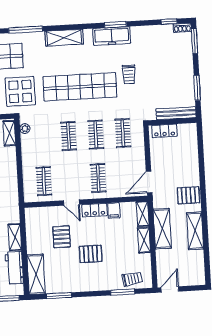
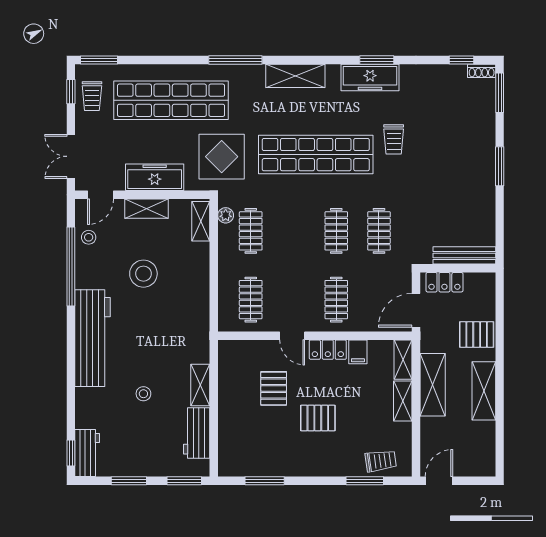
bench: (176, 113) -> (464, 255), moved
wall: (172, 122) -> (458, 268), moved
locker: (164, 131) -> (444, 282), moved
clothes rail: (69, 136) -> (251, 231), moved
shelving: (36, 274) -> (230, 445), removed

